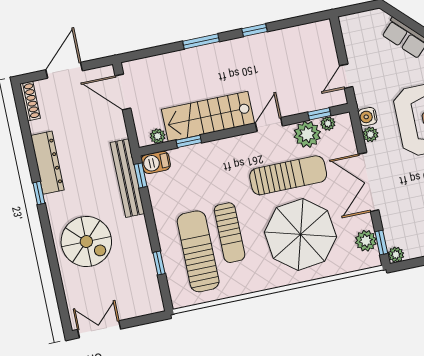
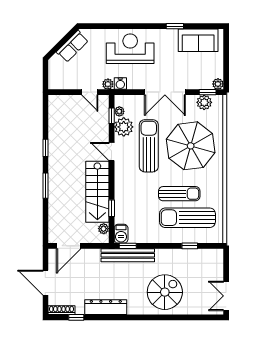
plant: (370, 134) -> (108, 84), moved
window: (39, 193) -> (76, 317), moved

